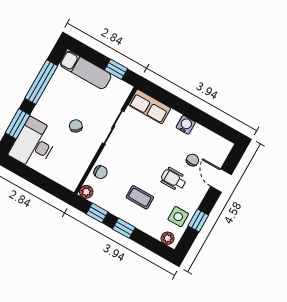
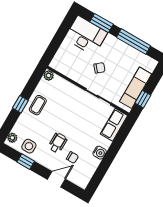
exam couch: (85, 70) -> (136, 88), moved
chair: (101, 172) -> (64, 87), removed
coffee table: (140, 197) -> (38, 105), moved
window: (97, 213) -> (32, 84), removed

